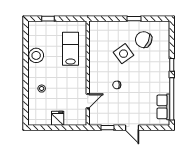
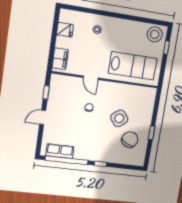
lab bench: (71, 49) -> (133, 66), width x1.36, depth x1.39
stool: (36, 55) -> (155, 34), moved
door: (88, 101) -> (91, 78), moved
fridge: (58, 118) -> (65, 30), moved
filing cabinet: (74, 119) -> (60, 59), added

